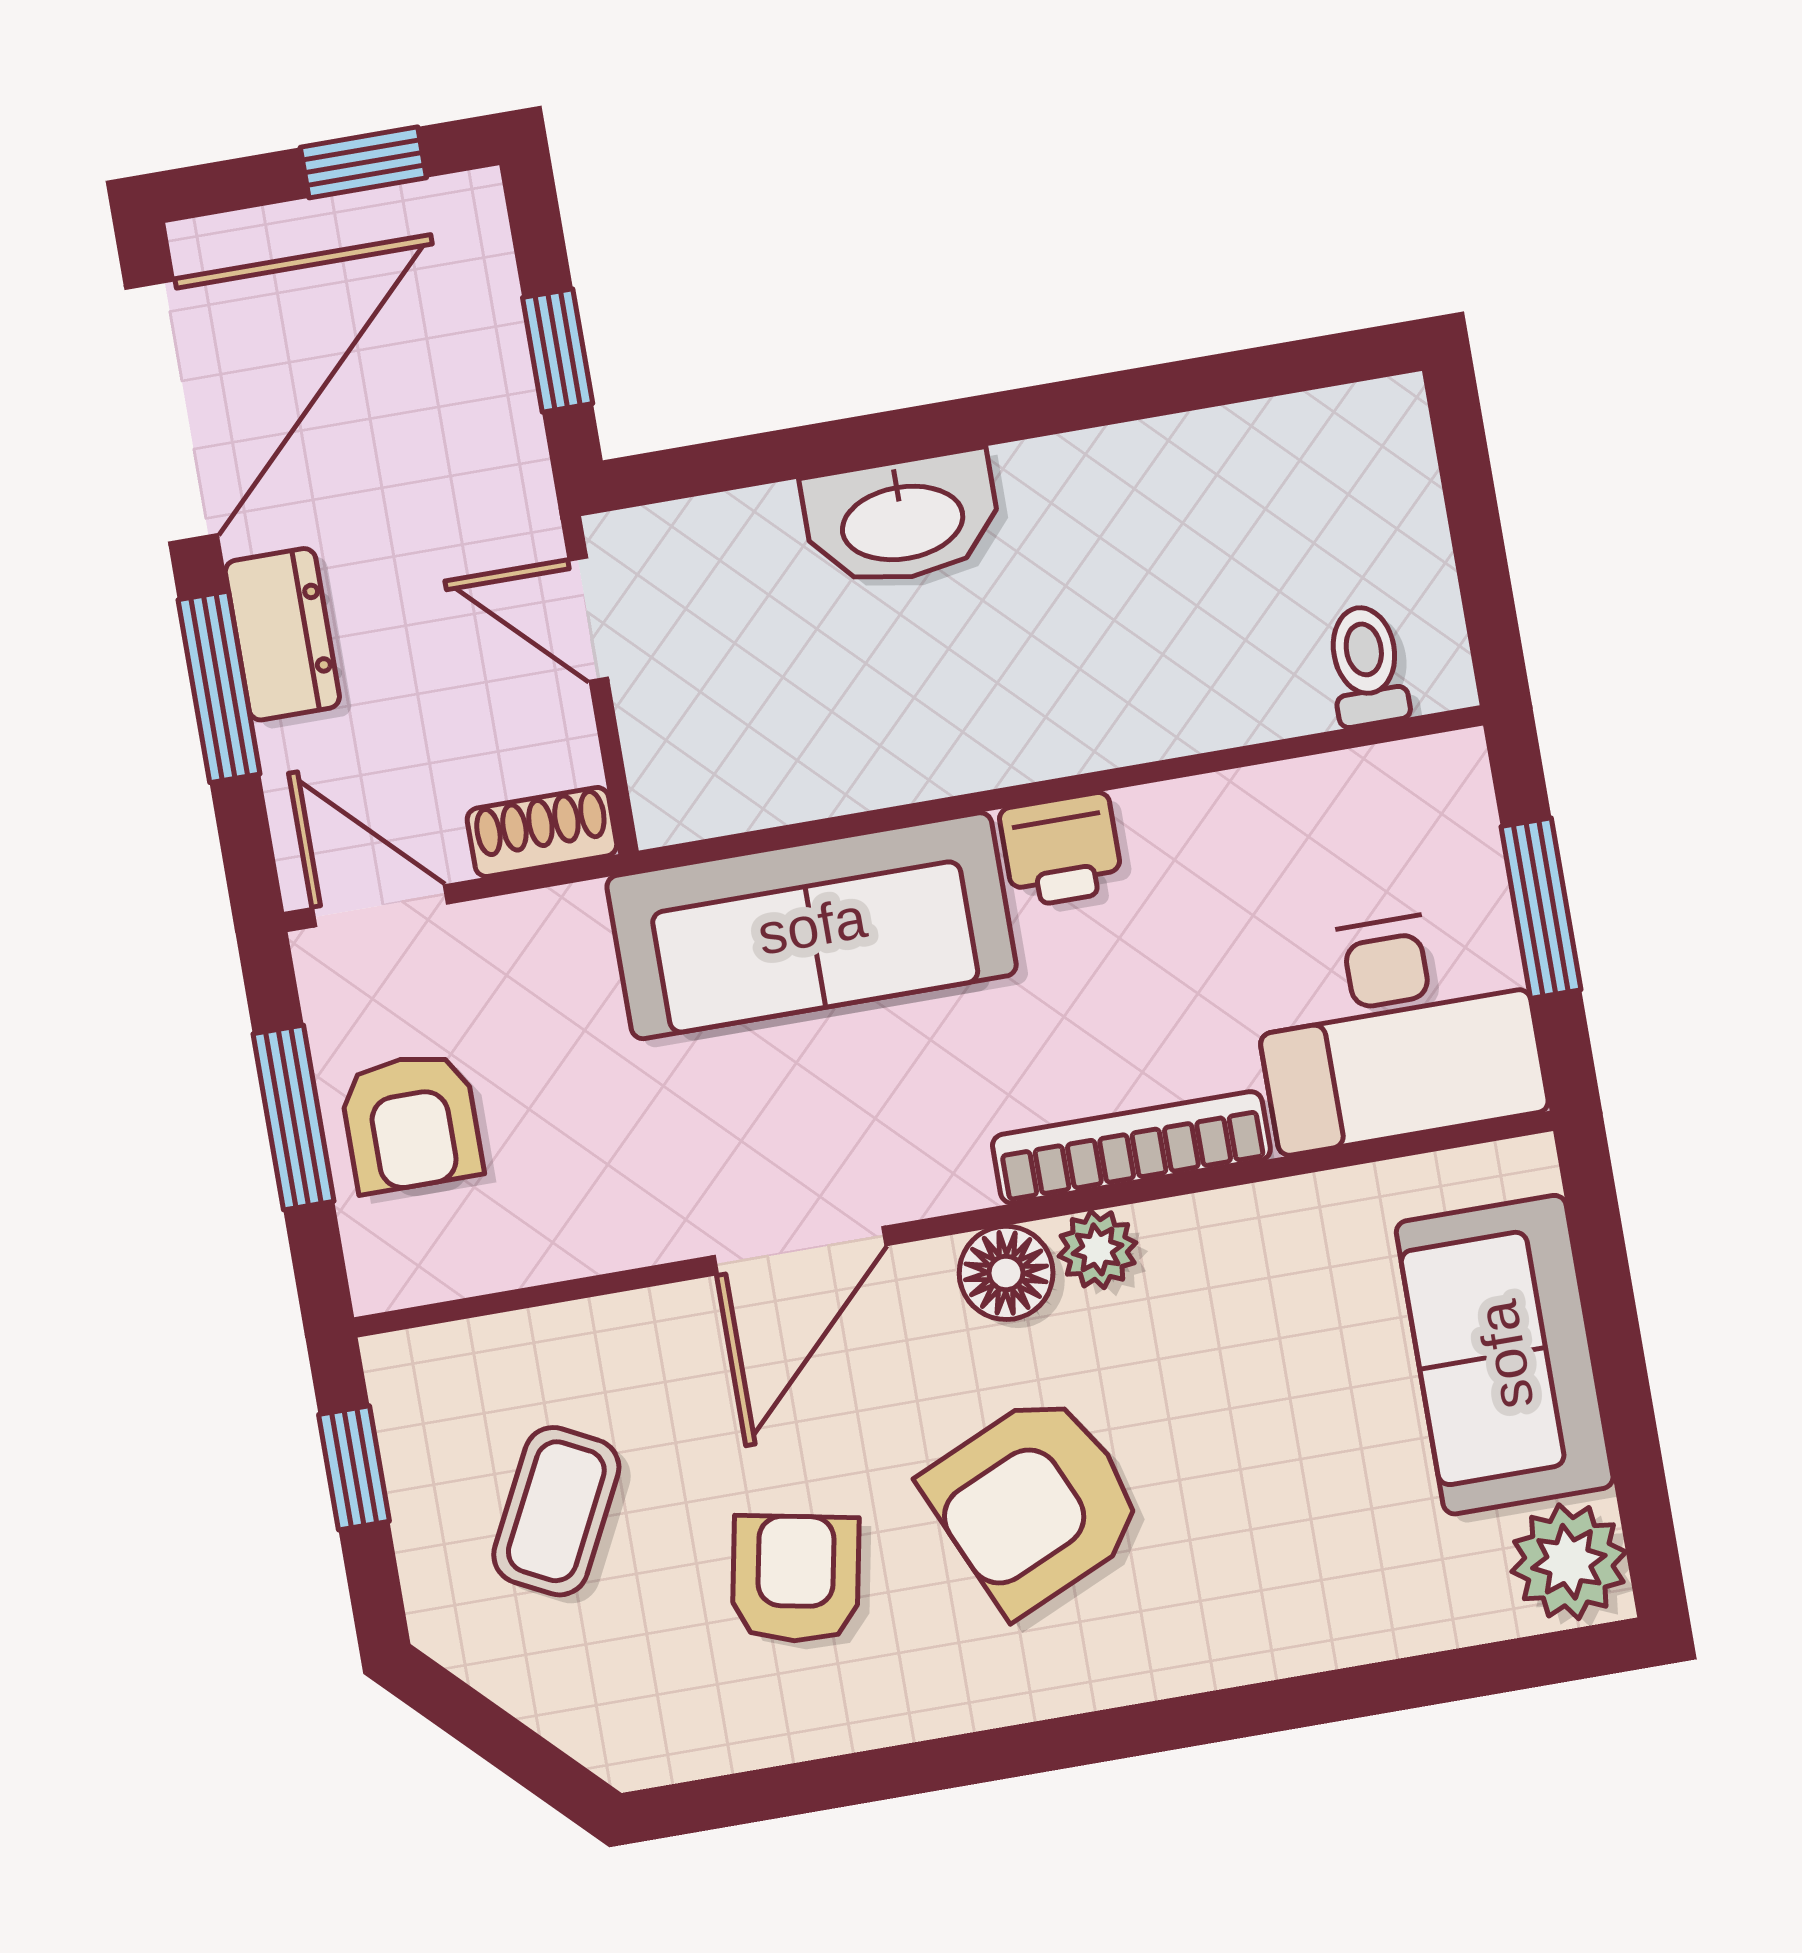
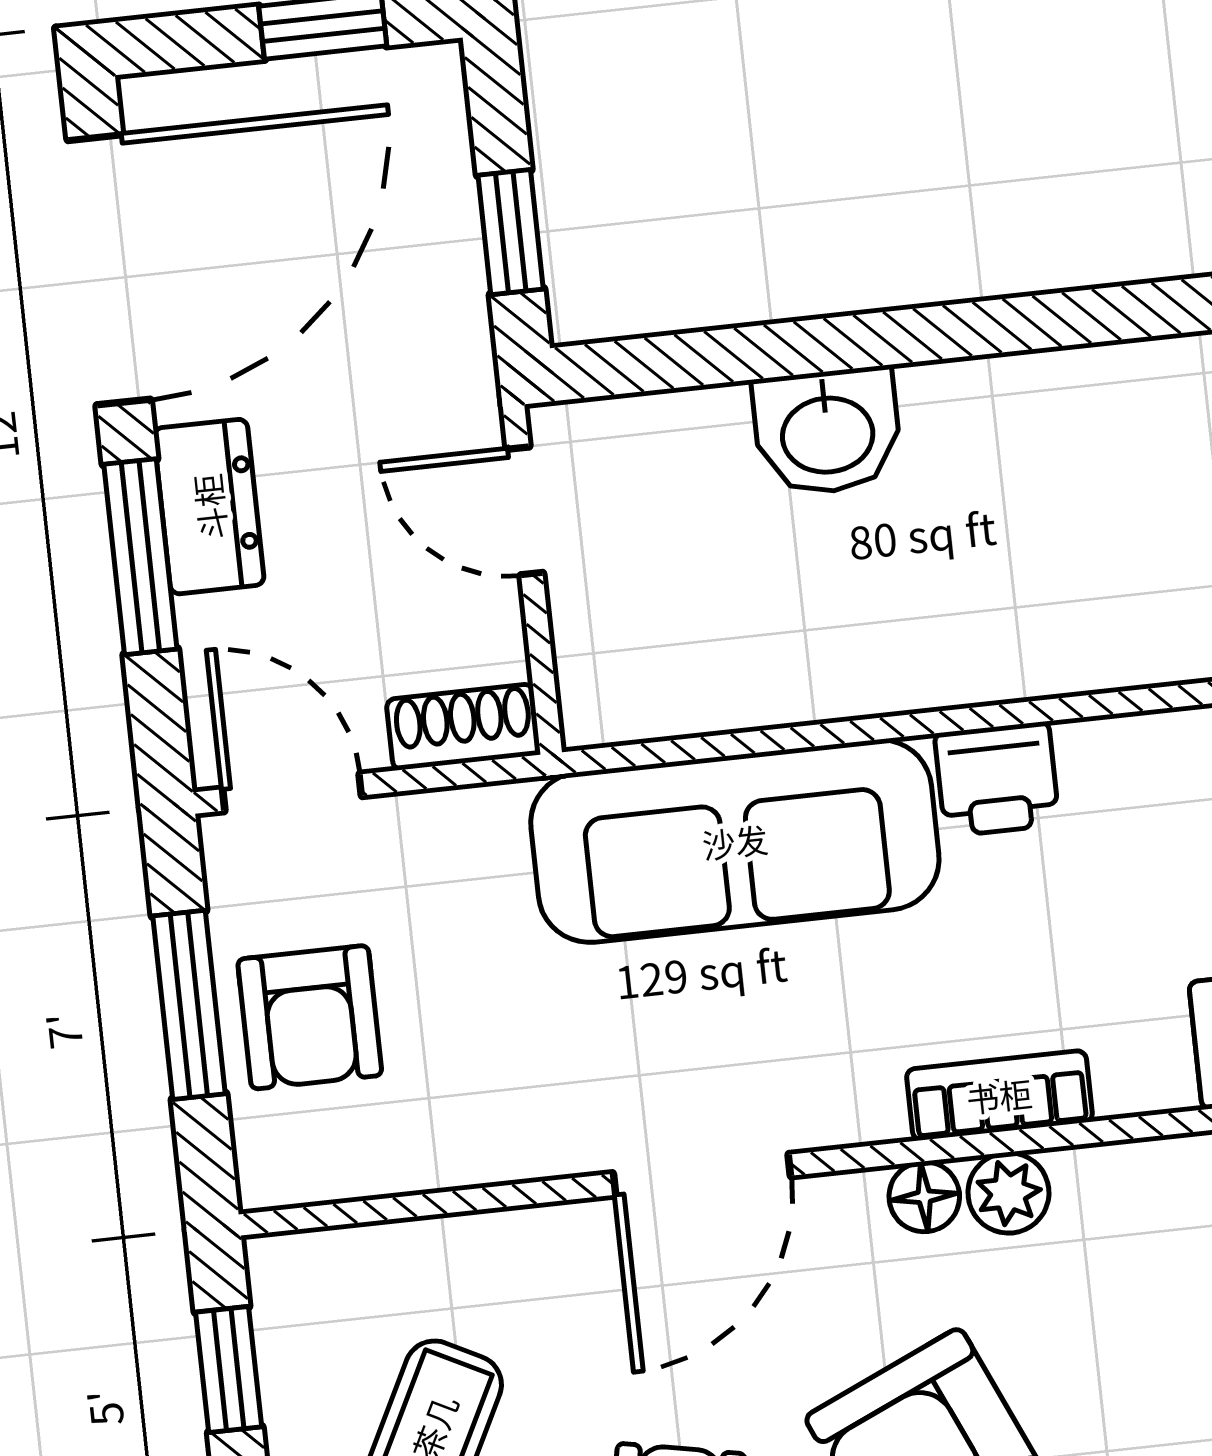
washbasin: (902, 520) -> (827, 432), width x0.72
bookcase: (1131, 1147) -> (999, 1095), width x0.64
floor lamp: (1006, 1273) -> (924, 1197), width x0.73, depth x0.73

